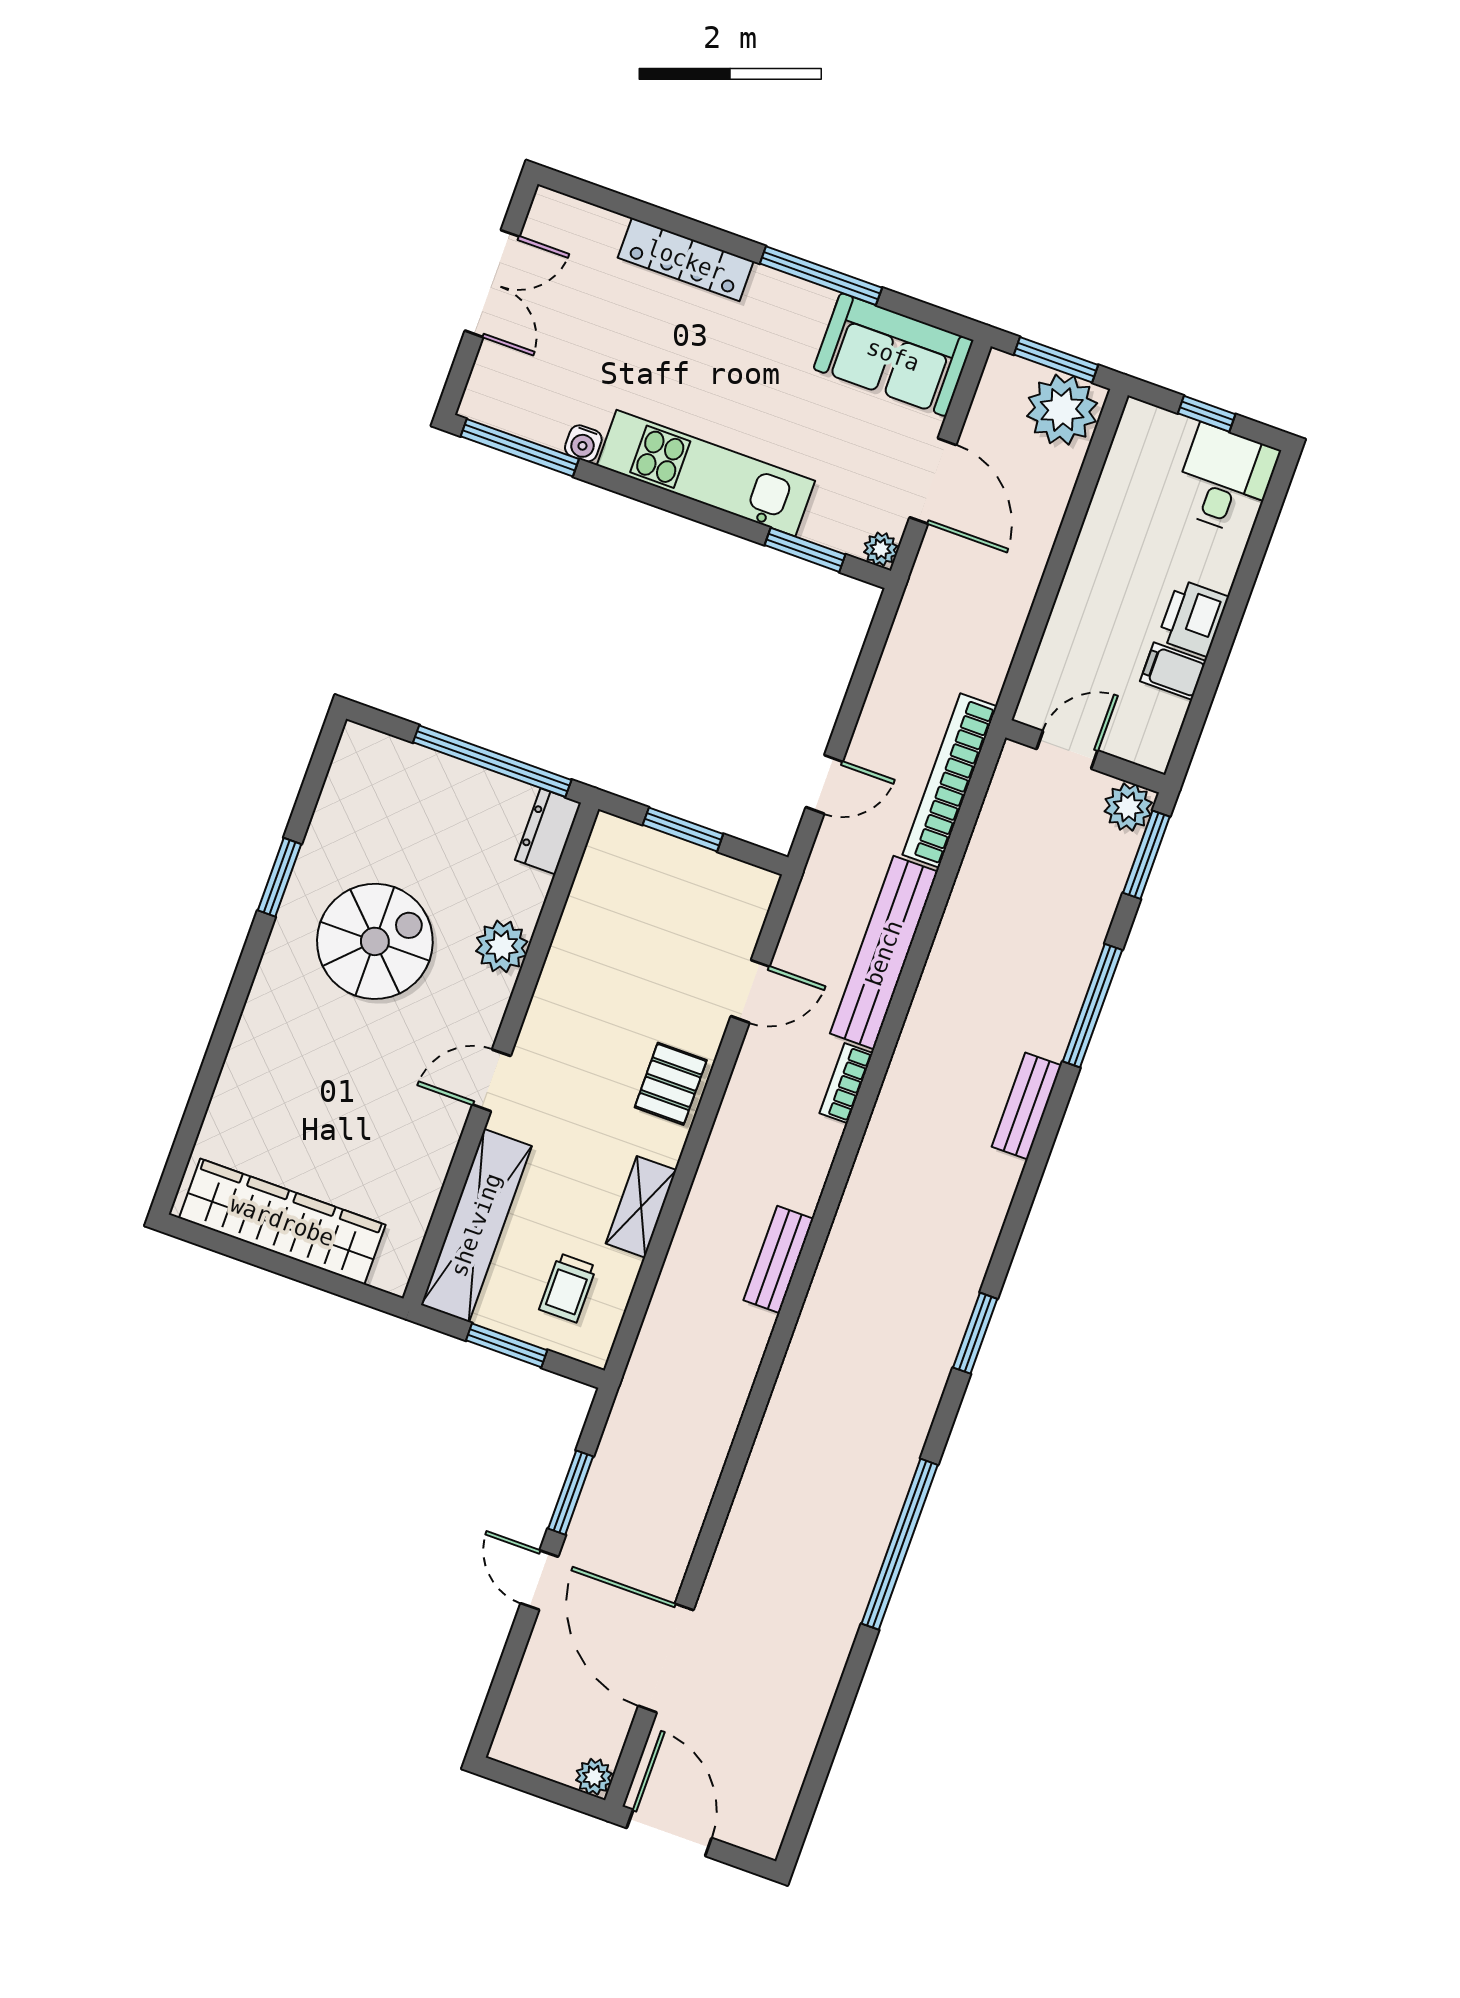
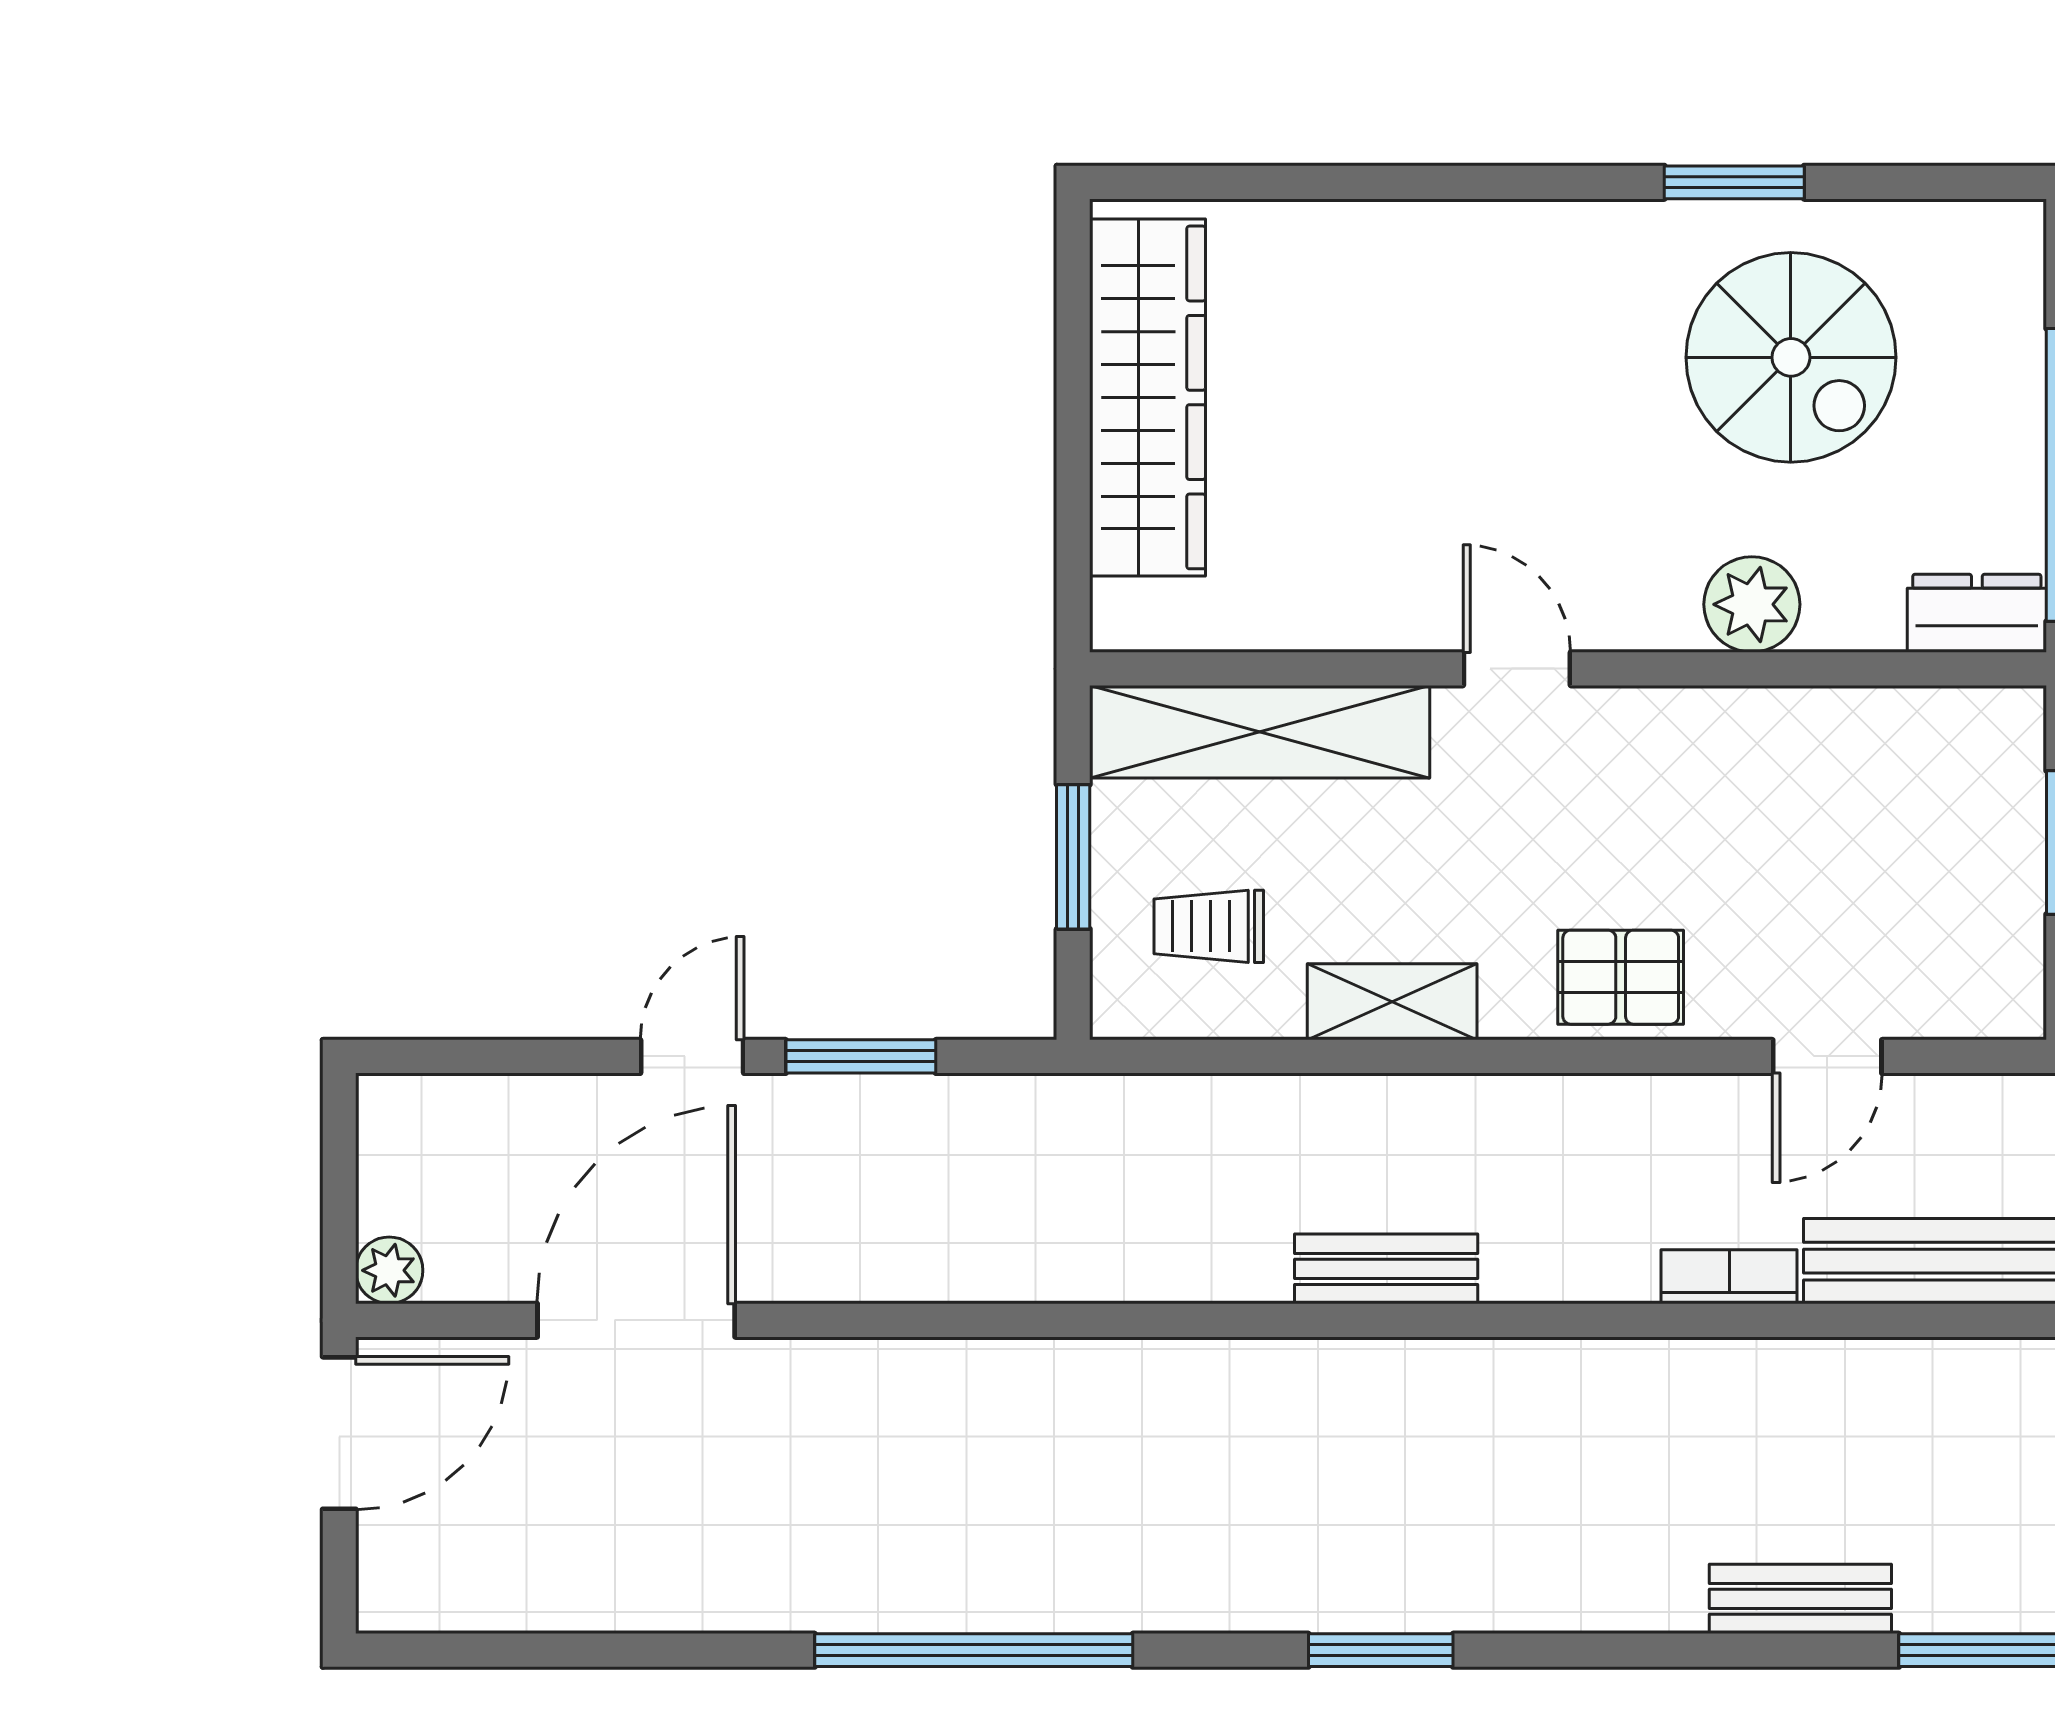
spiral stairs: (375, 941) -> (1791, 357), moved
door: (750, 991) -> (1827, 1056), hinge flipped

